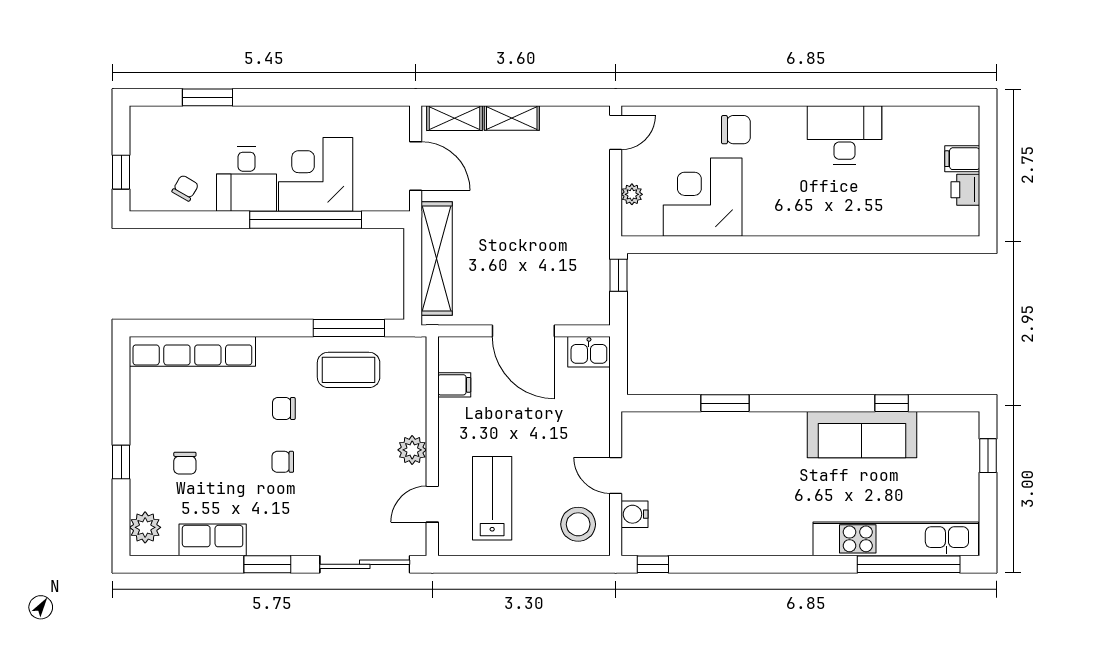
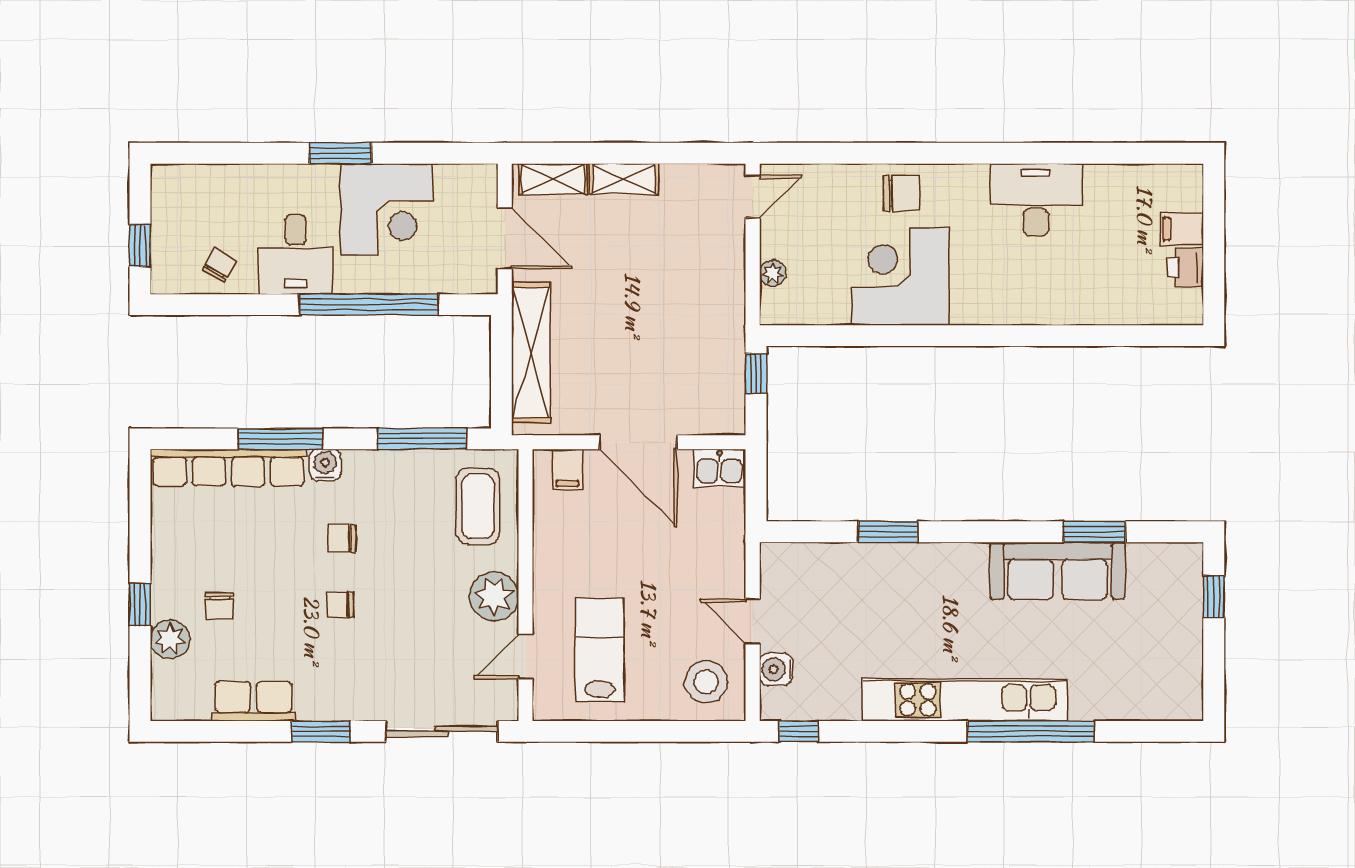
window: (207, 97) -> (340, 153), moved
corner desk: (316, 174) -> (386, 209), moved, turned 180
corner desk: (703, 197) -> (900, 277), moved
window: (234, 328) -> (281, 439), added
water cooler: (270, 349) -> (325, 465), added
coffee table: (349, 370) -> (478, 506), moved, turned 90
filing cabinet: (454, 385) -> (567, 469), moved, turned 90
window: (892, 403) -> (1094, 532), width x1.50
plant: (412, 450) -> (494, 596), width x1.36, depth x1.36
plant: (145, 527) -> (170, 639), moved
kitchen unit: (896, 539) -> (965, 700), moved
window: (909, 564) -> (1031, 731), moved

